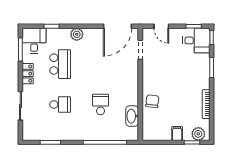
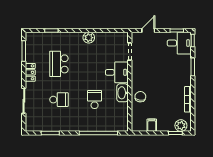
door: (117, 26) -> (110, 30), removed
door: (161, 26) -> (148, 30), swing flipped
plant: (77, 34) -> (89, 38), moved
desk: (34, 41) -> (117, 72), moved, turned 90
school desk: (60, 64) -> (59, 64), turned 180
washbasin: (132, 116) -> (122, 93), moved
filing cabinet: (177, 134) -> (152, 125), moved

